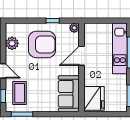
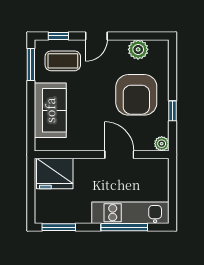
sofa: (69, 94) -> (50, 110), moved, turned 90

